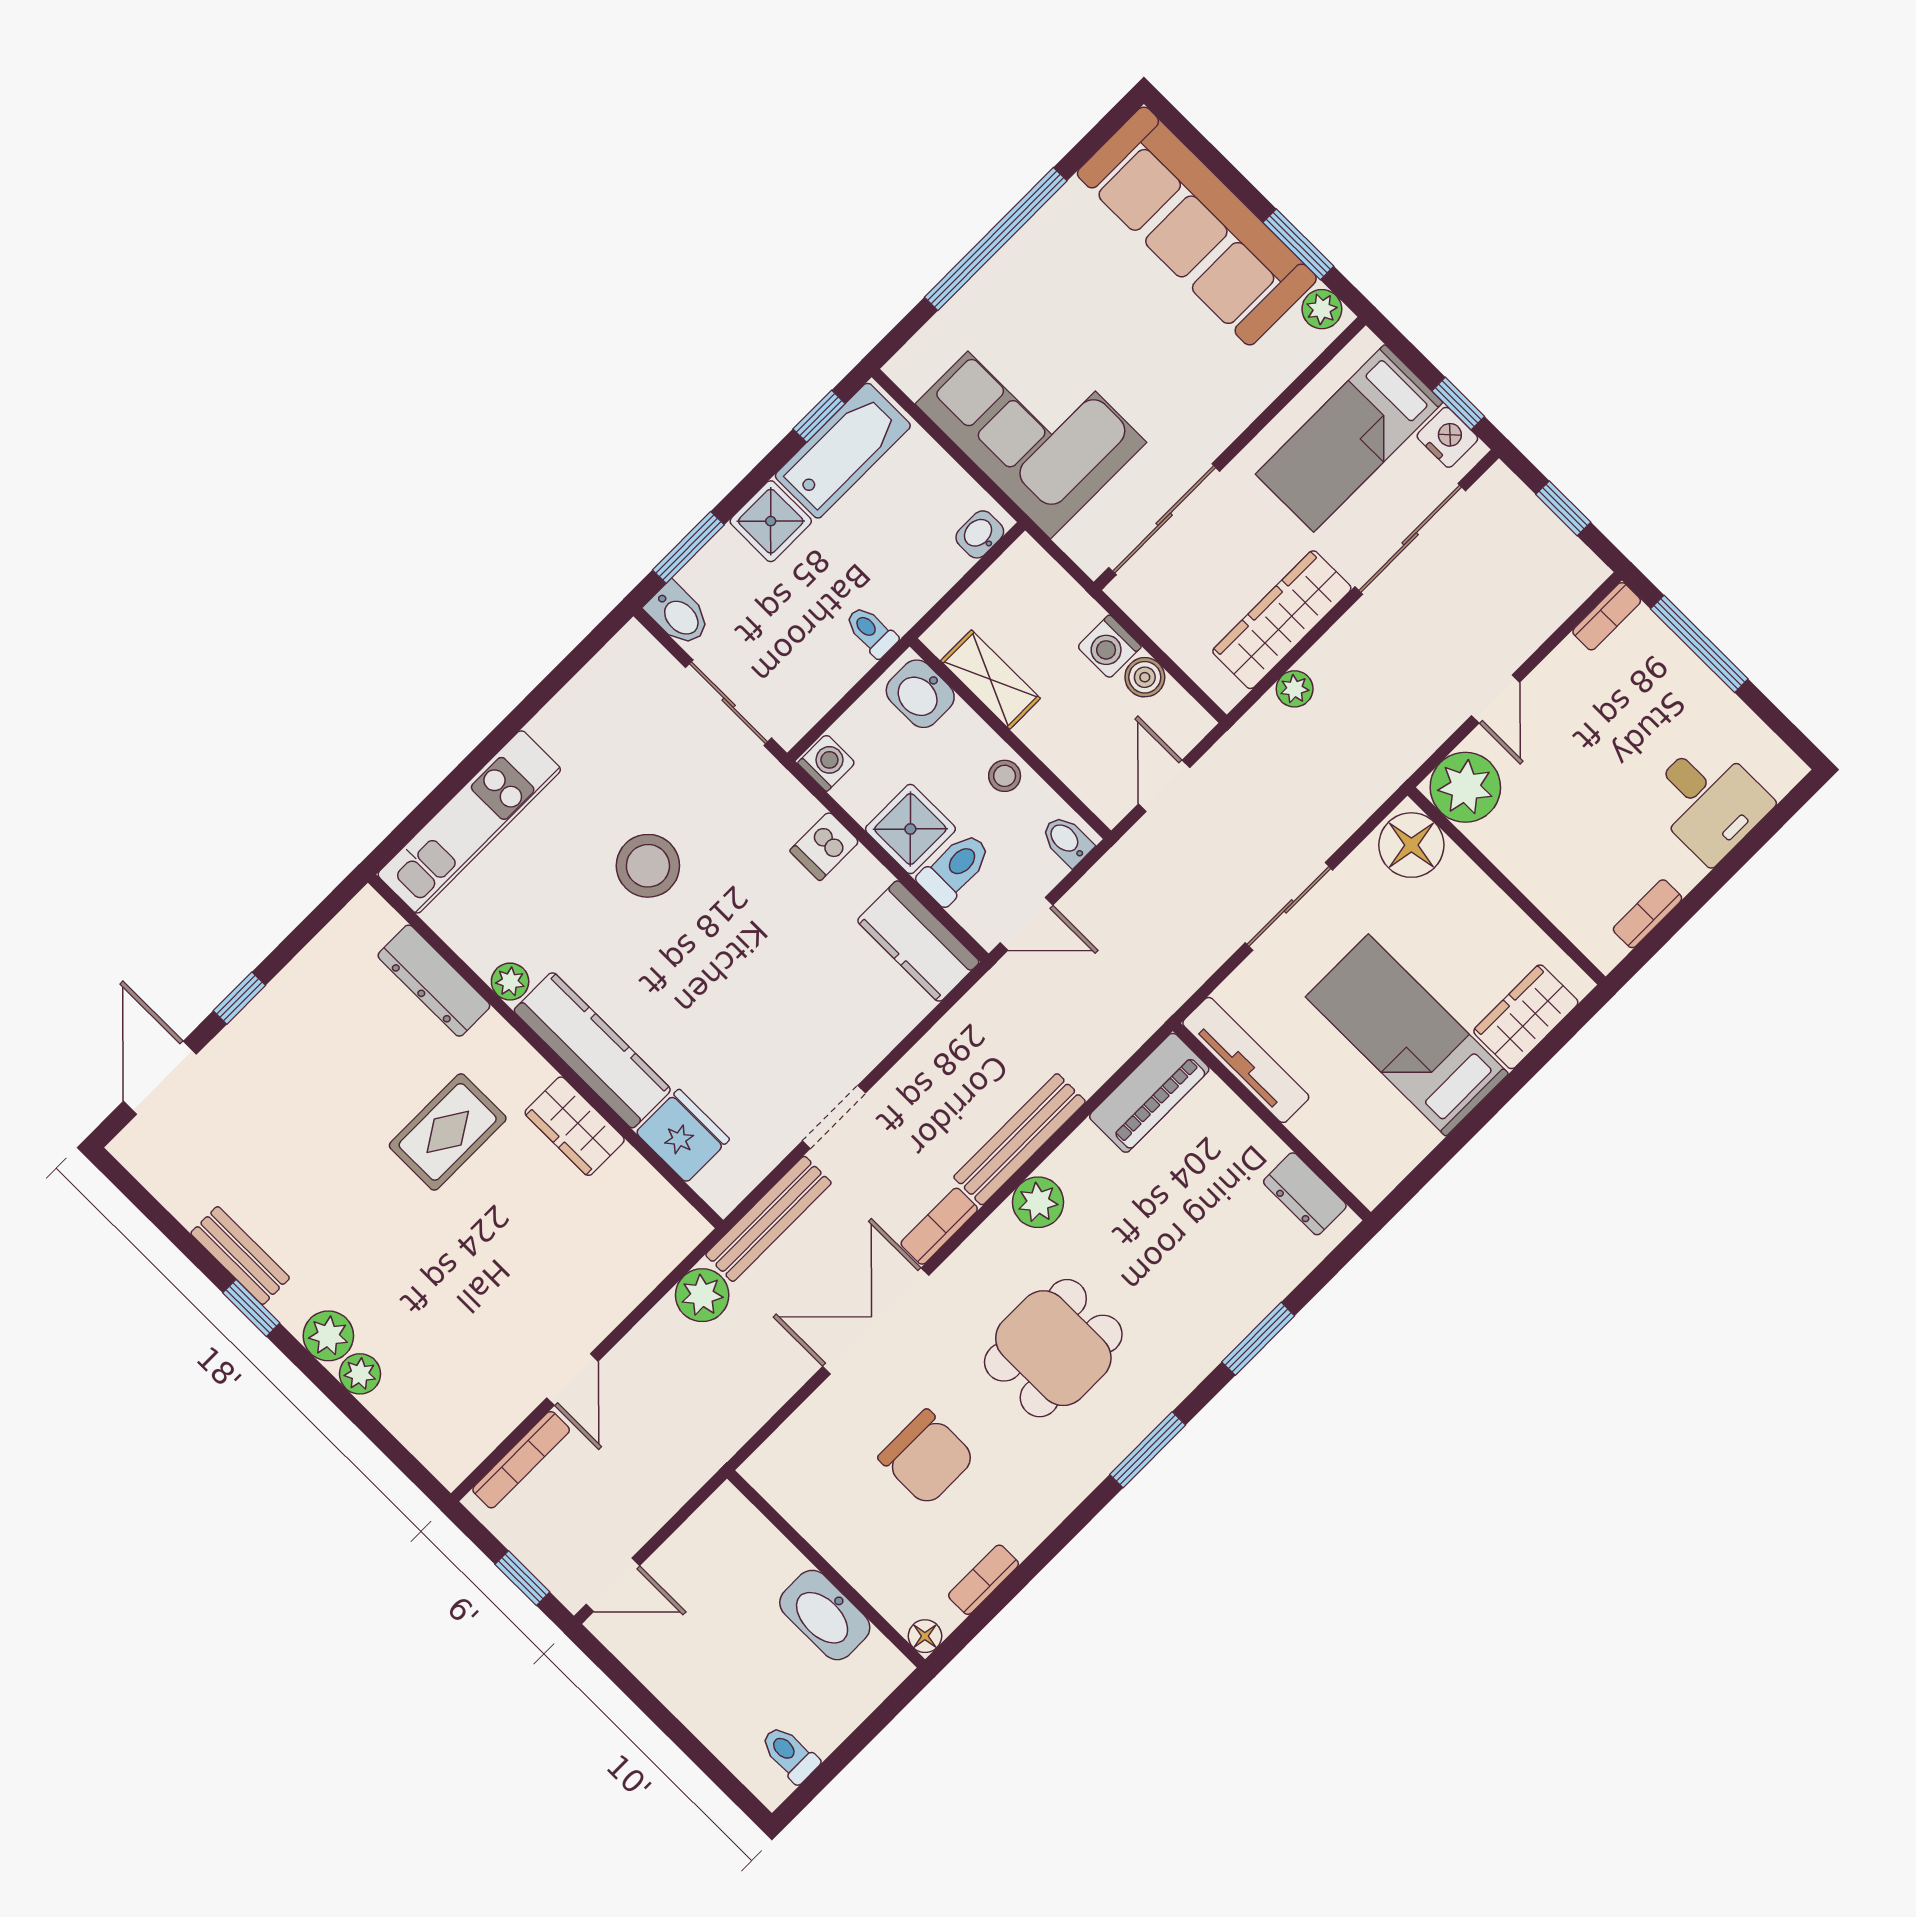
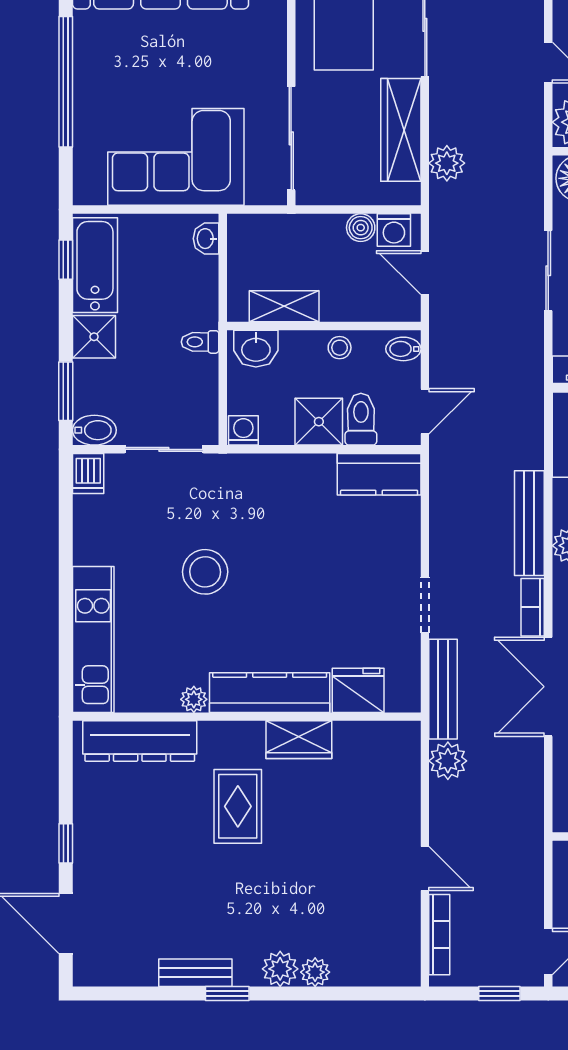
washing machine: (1109, 647) -> (394, 230), moved
plant: (1295, 689) -> (447, 163), width x1.38, depth x1.38
dishwasher: (824, 846) -> (88, 474), moved
dresser: (434, 981) -> (140, 741), width x1.37, depth x1.24

